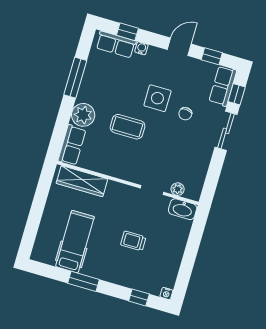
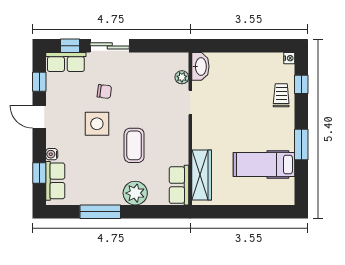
row of seats: (72, 145) -> (179, 185), moved, turned -90
trolley: (133, 241) -> (281, 95), moved, turned 180

